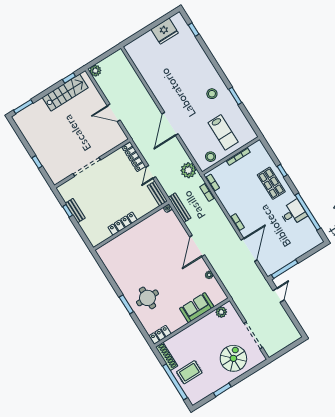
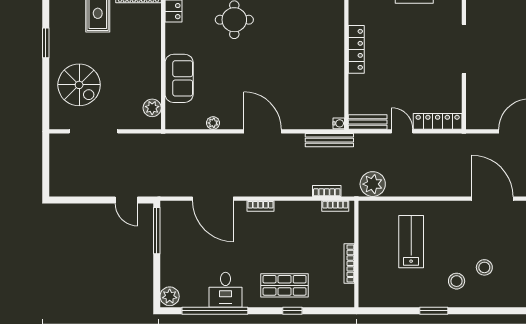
door: (170, 124) -> (492, 199), moved
lab bench: (223, 132) -> (411, 242), moved, turned 90
stool: (211, 157) -> (484, 267), moved
plant: (315, 240) -> (170, 296), added

